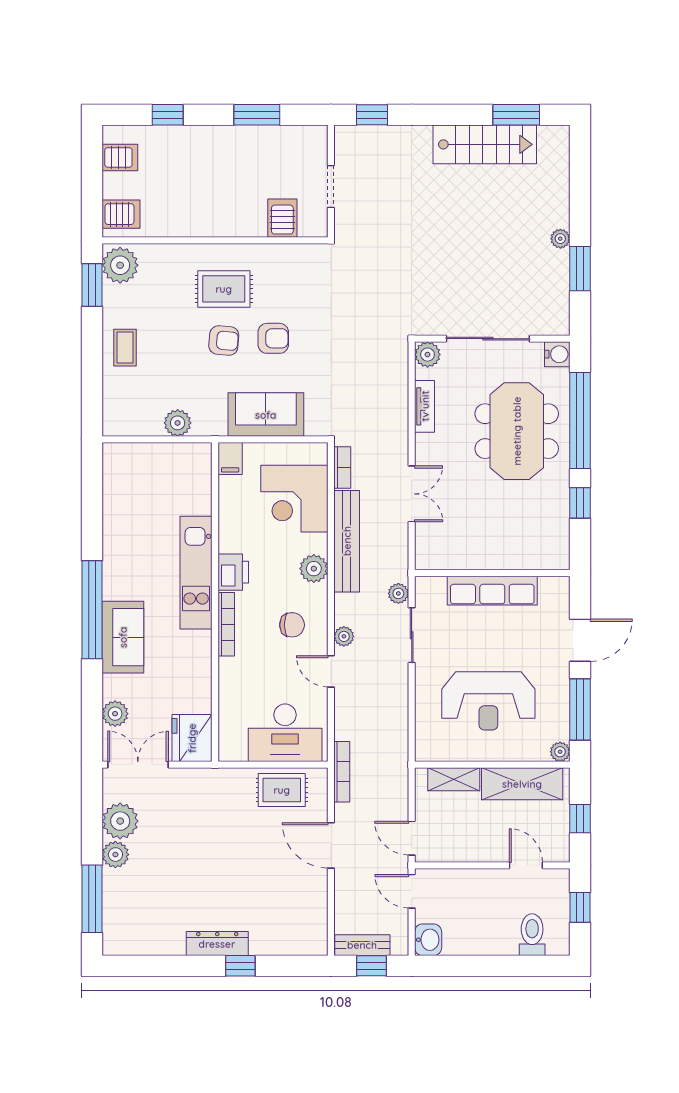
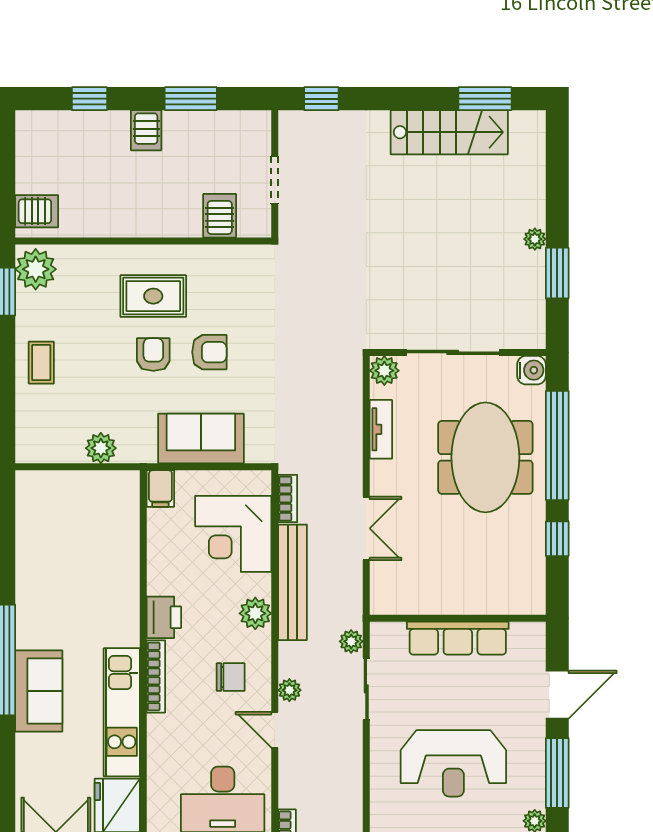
server rack: (120, 157) -> (146, 130), moved, turned 90
armchair: (224, 340) -> (153, 355), turned -95
kitchen unit: (196, 573) -> (122, 712), moved
plant: (115, 714) -> (30, 778), removed

